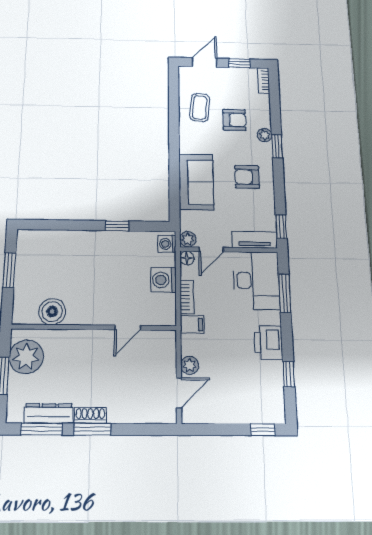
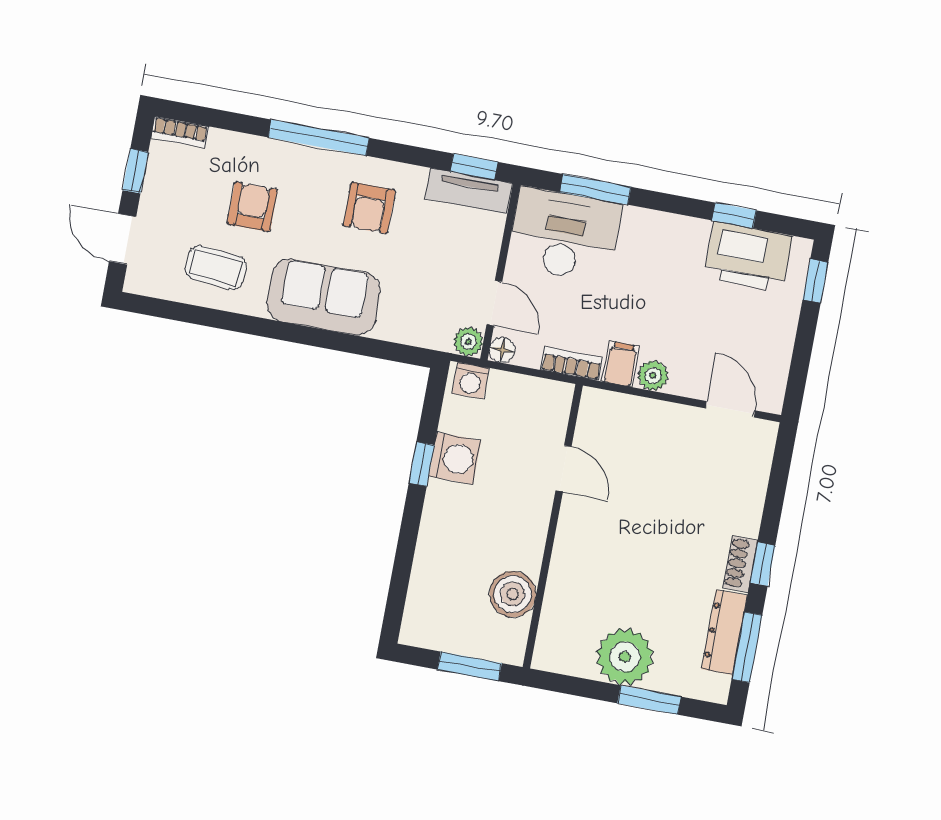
plant: (265, 135) -> (292, 156), removed
window: (277, 146) -> (319, 138), width x2.17
sofa: (196, 182) -> (324, 297), moved
tv unit: (255, 240) -> (468, 191), moved, turned -90
washing machine: (163, 280) -> (455, 458), moved, turned -90
boiler: (52, 312) -> (513, 594), moved
wall: (94, 327) -> (553, 526), moved
door: (128, 328) -> (563, 469), moved
printer: (268, 342) -> (748, 257), moved, width x1.37, depth x1.19
plant: (190, 365) -> (653, 376), moved
window: (92, 429) -> (762, 564), width x0.67

